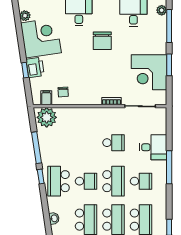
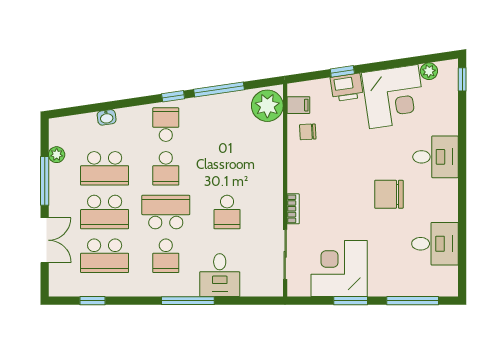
plant: (162, 10) -> (438, 288), removed
school desk: (59, 181) -> (166, 125), width x0.54
school desk: (114, 181) -> (166, 212), turned 180

